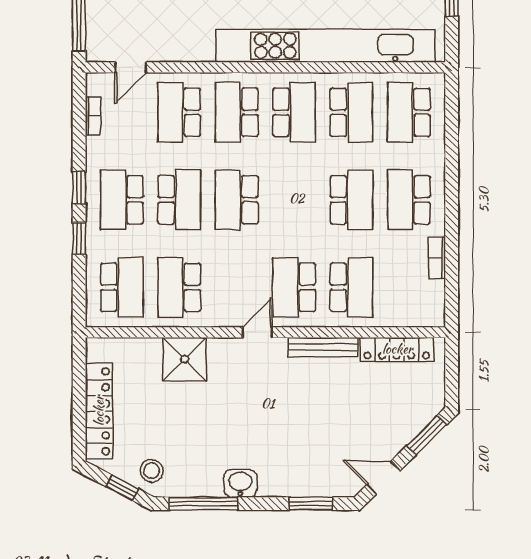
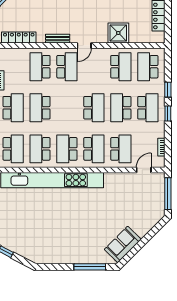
bench: (323, 347) -> (58, 39), width x0.73

